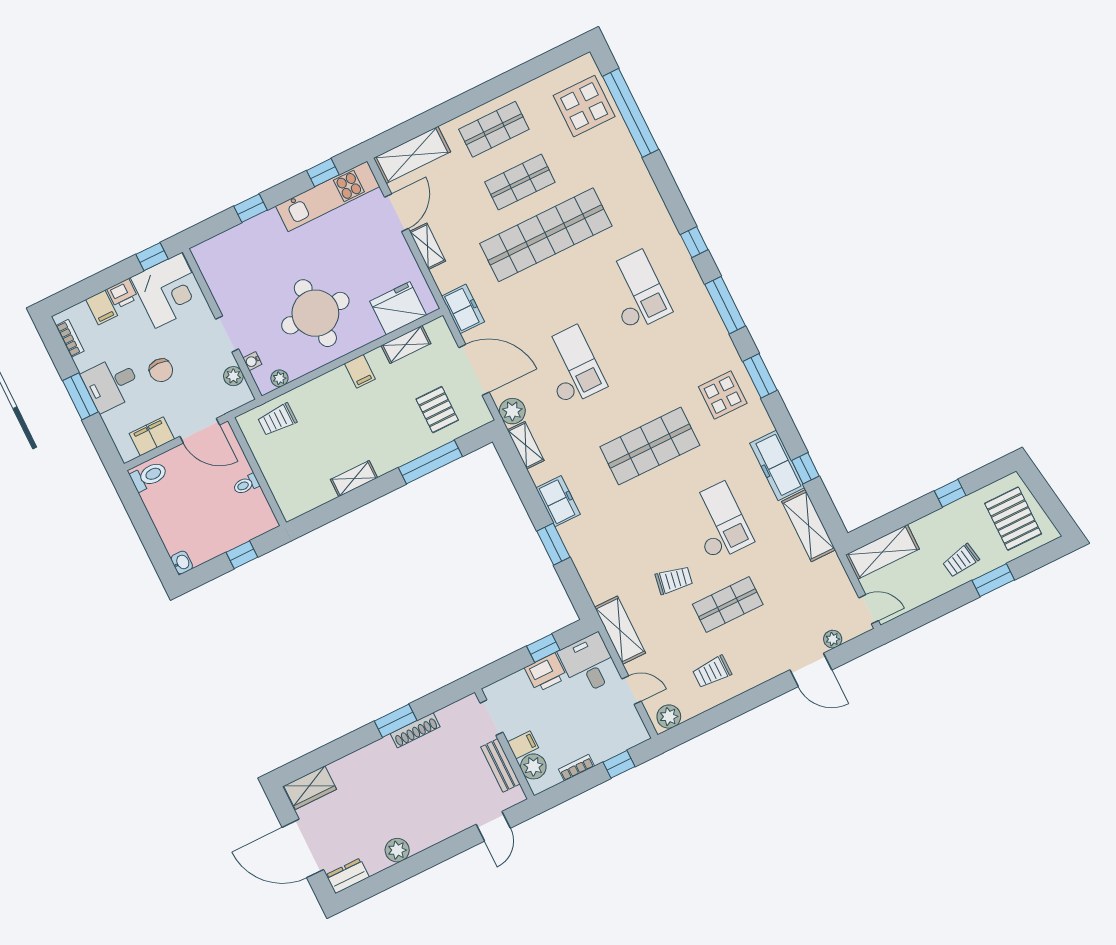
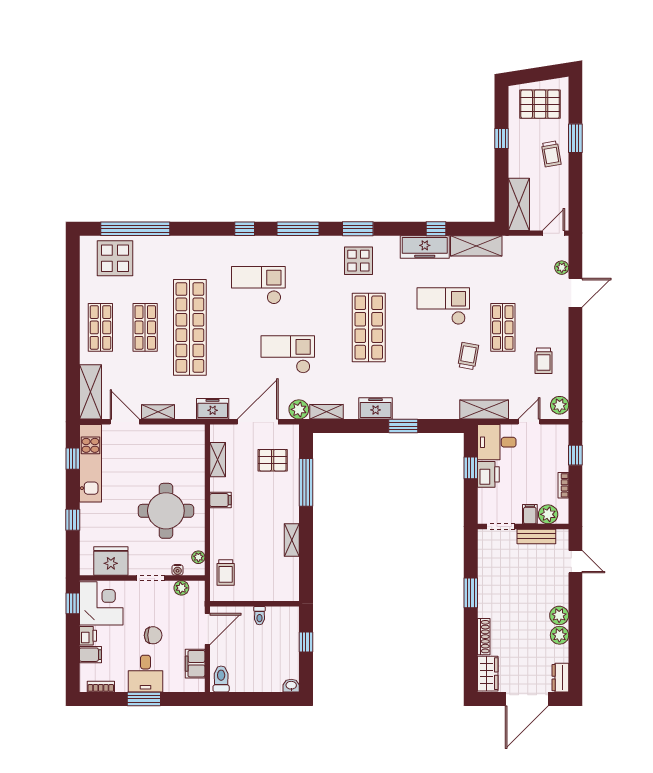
fridge: (398, 308) -> (111, 561), moved, turned 90
shoe rack: (415, 730) -> (484, 637), moved
plant: (420, 838) -> (559, 615), added

